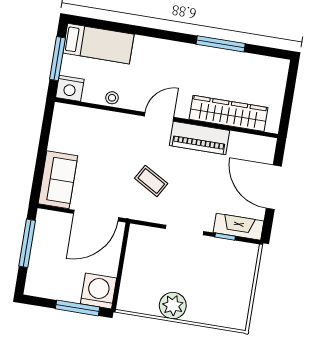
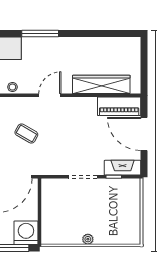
window: (221, 44) -> (40, 33), moved
piano: (199, 138) -> (119, 106), moved
coffee table: (151, 181) -> (26, 134), moved
plant: (173, 306) -> (88, 239), width x0.53, depth x0.53

